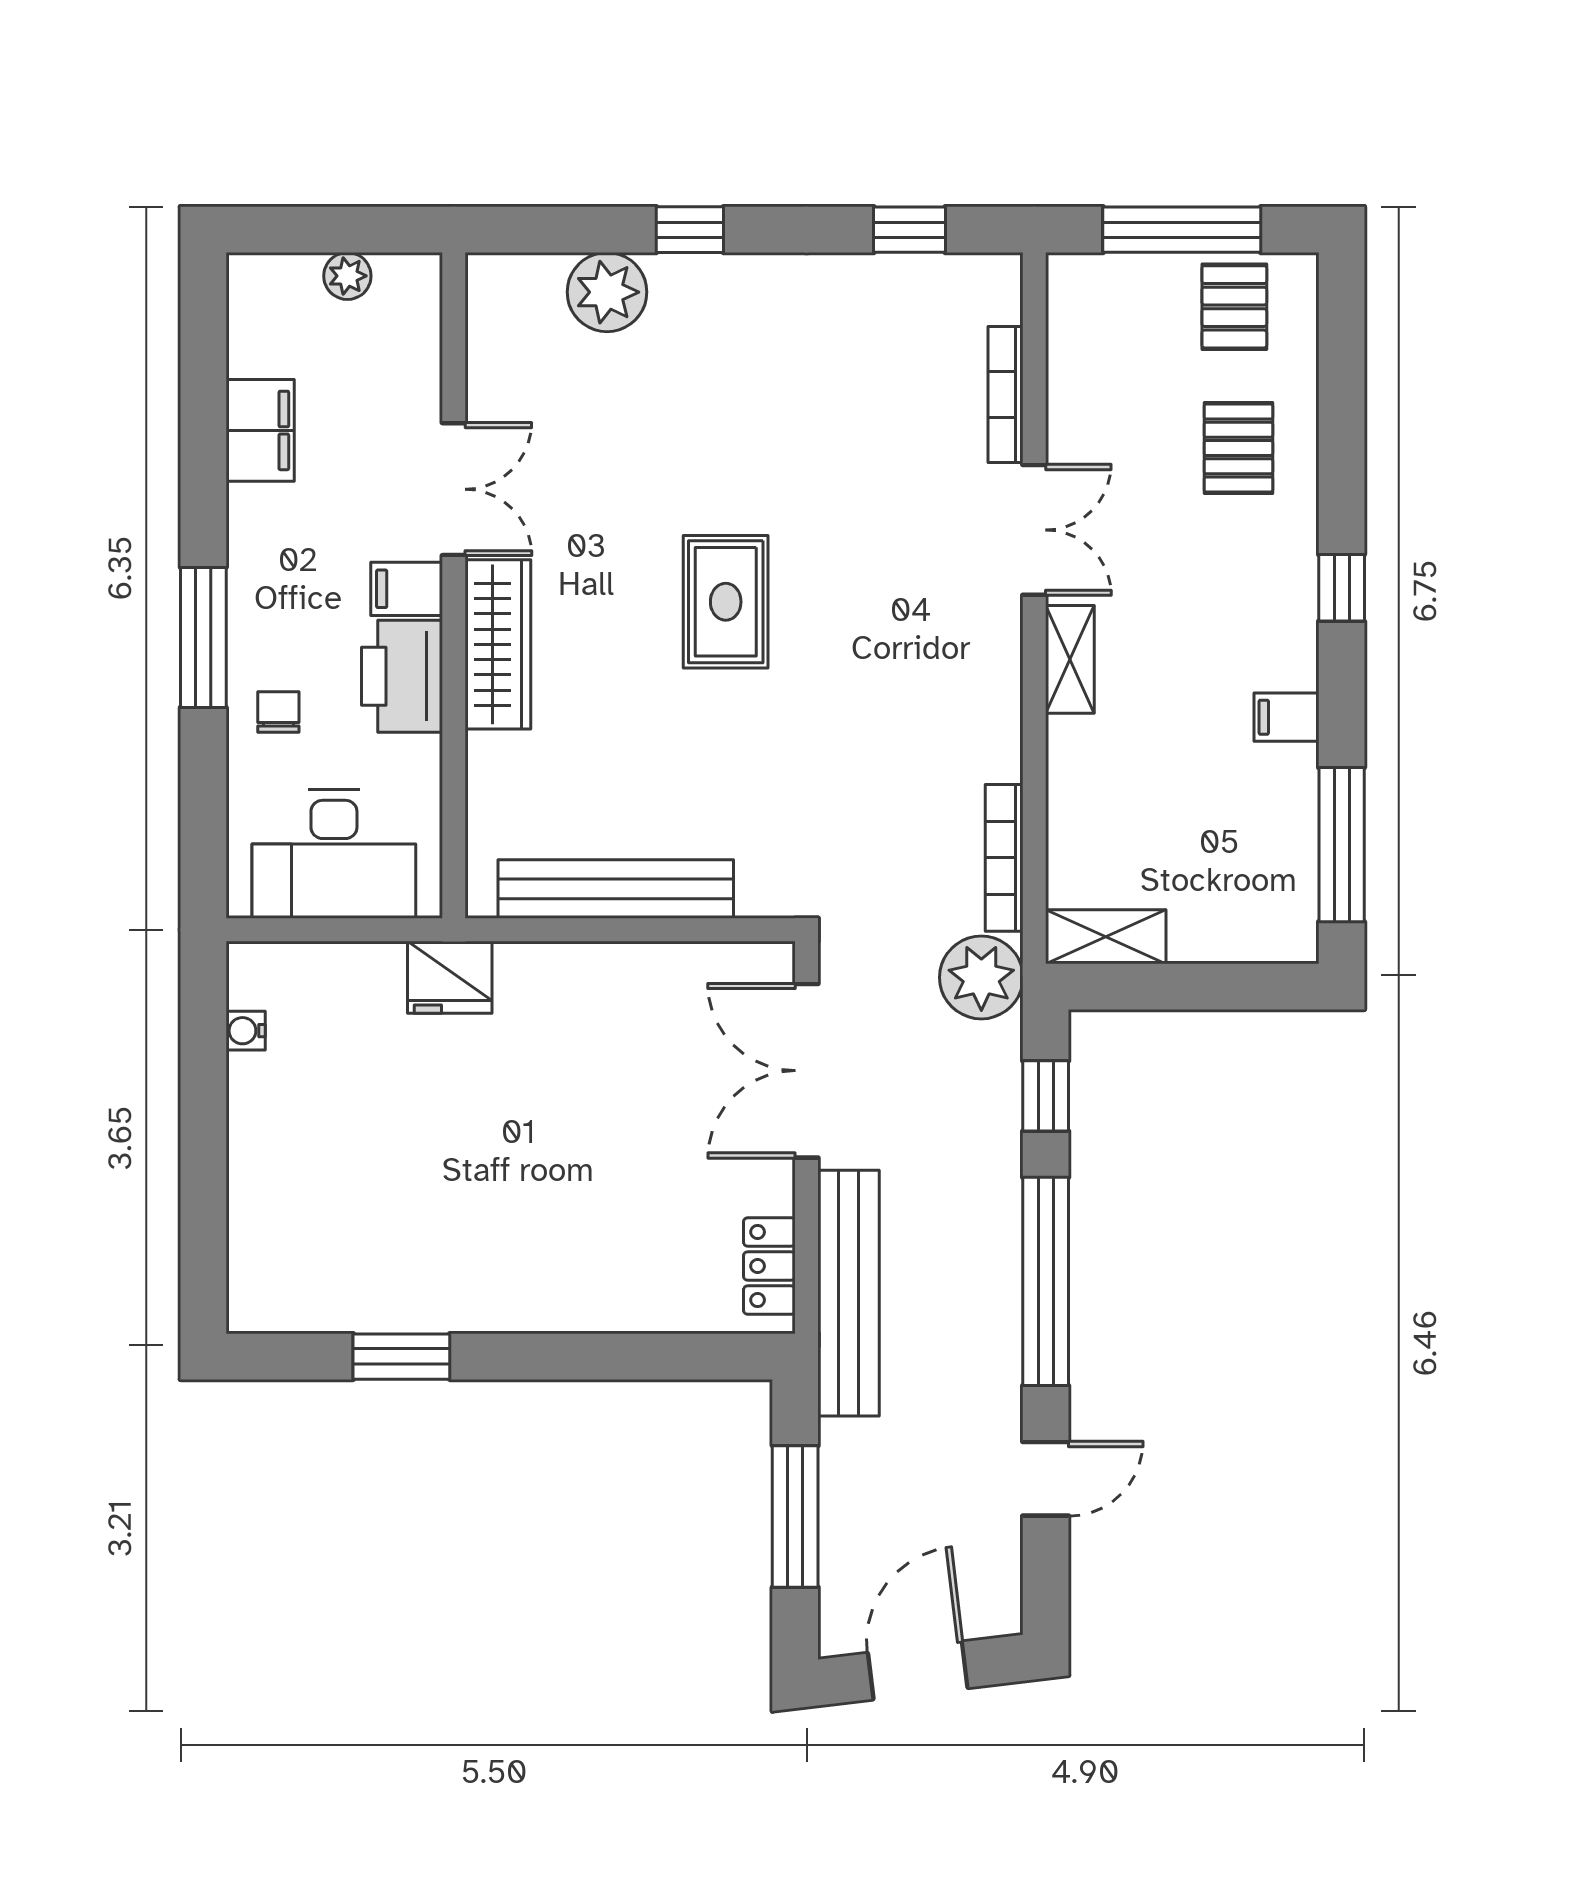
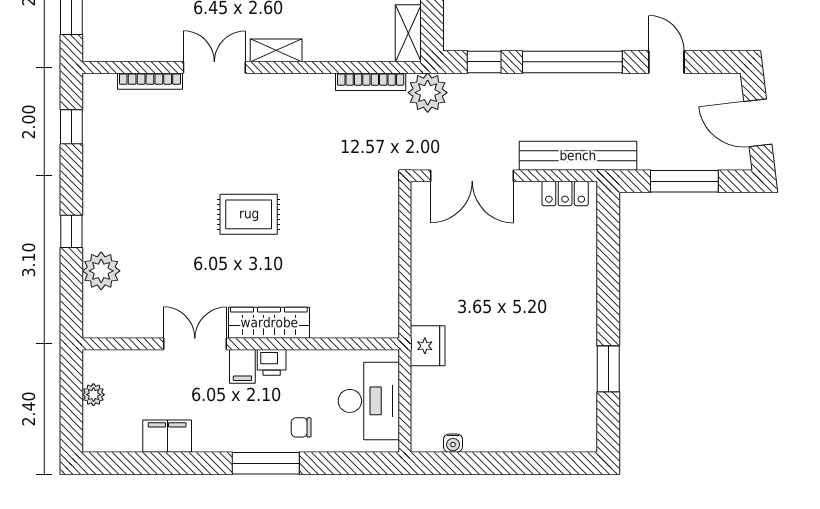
printer: (402, 676) -> (272, 362), width x0.53, depth x0.68
bench: (616, 889) -> (385, 267), removed

